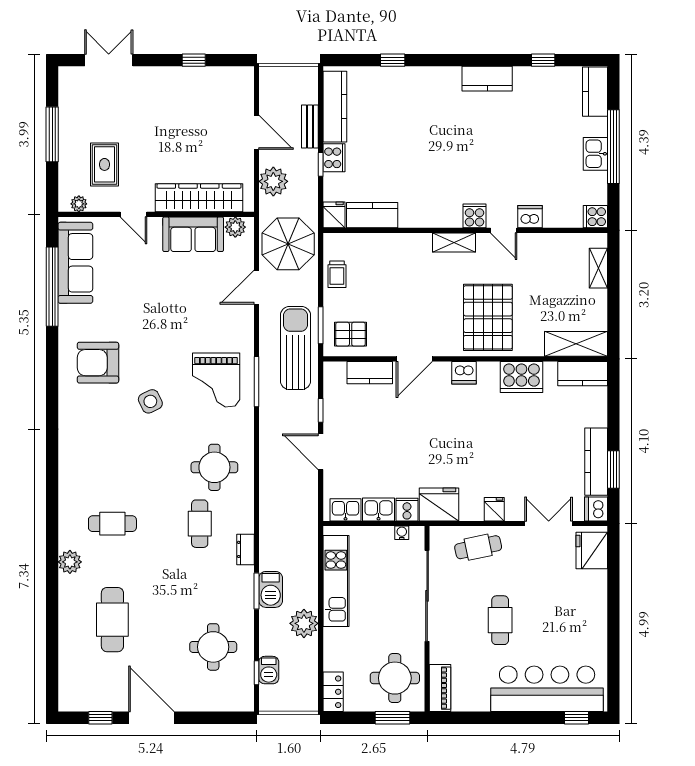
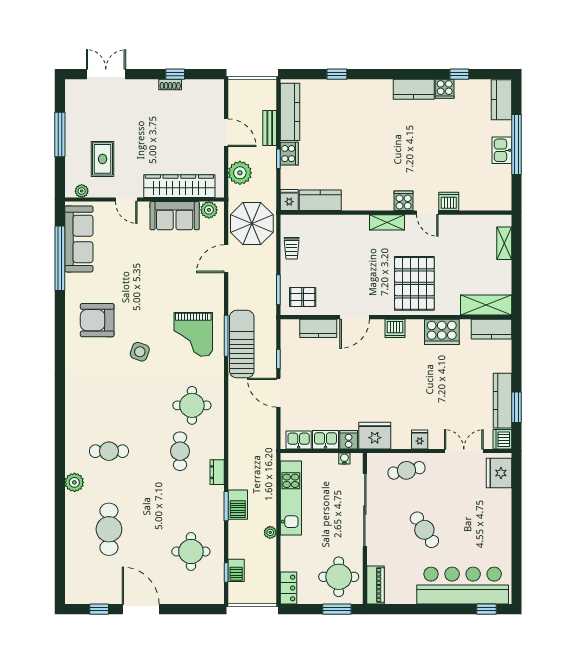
shoe rack: (188, 73) -> (170, 84), added
cooker: (595, 217) -> (445, 89), moved, turned -90
sun lounger: (295, 348) -> (242, 344), moved
side table: (150, 401) -> (140, 352), turned 45
cafe table: (500, 620) -> (424, 530), turned -33
plant: (304, 623) -> (270, 532), width x0.53, depth x0.53

